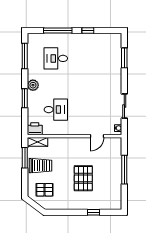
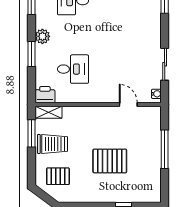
door: (97, 136) -> (128, 104), swing flipped
pallet: (83, 178) -> (110, 161), turned 90

